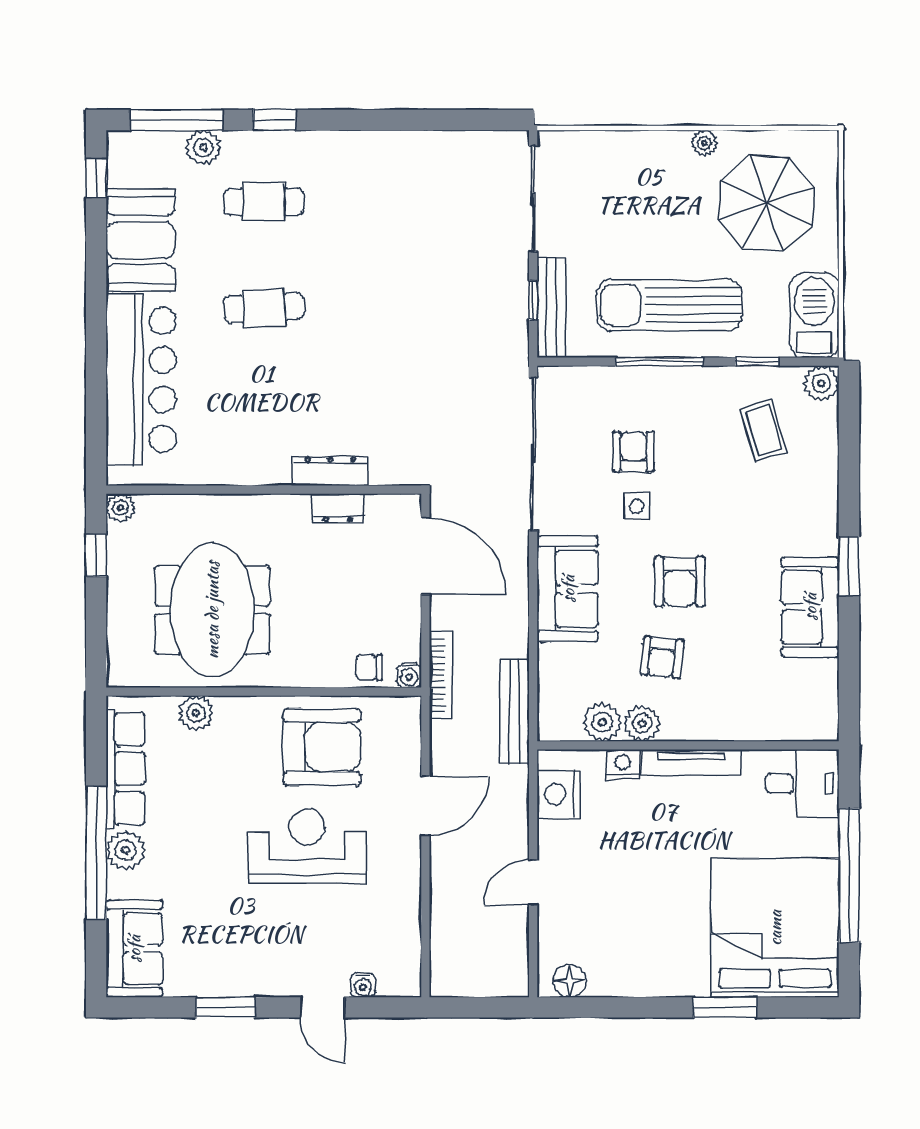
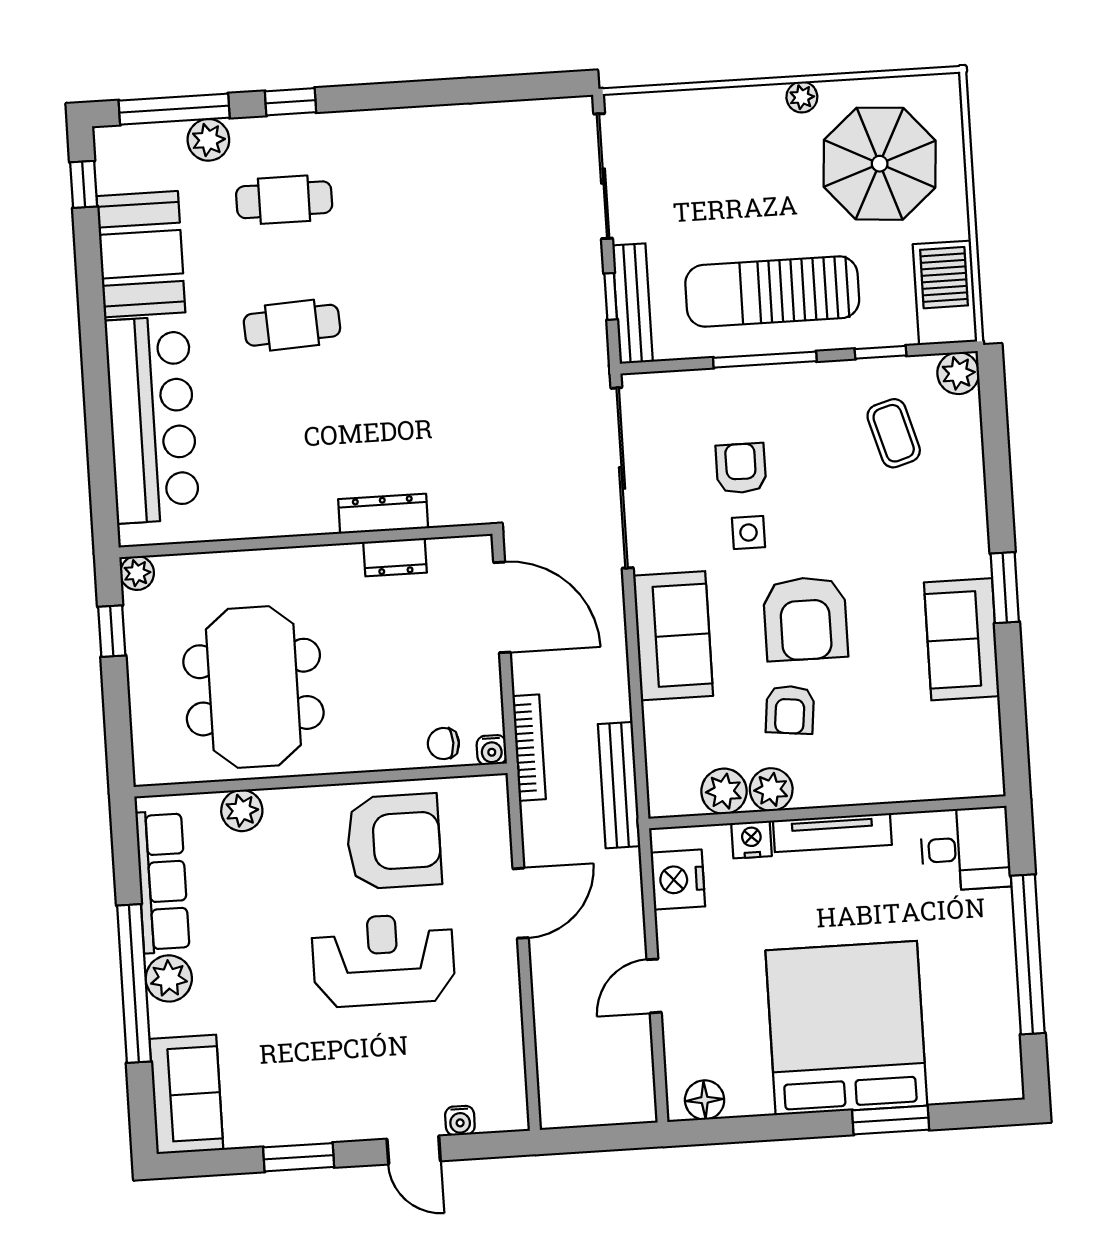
armchair: (680, 582) -> (805, 619), width x1.36, depth x1.36
bed: (775, 928) -> (846, 1028), moved

